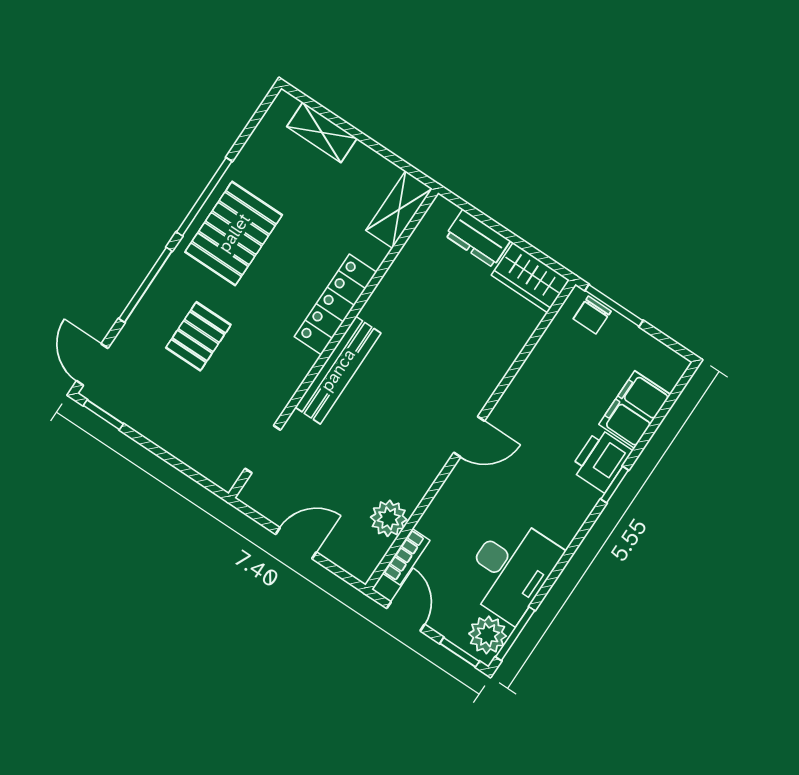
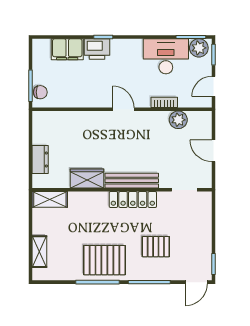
wardrobe: (530, 278) -> (87, 178), moved, turned -90
locker: (335, 304) -> (133, 200), moved
bookcase: (406, 557) -> (164, 102), moved

